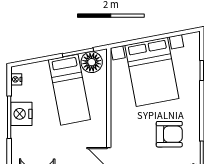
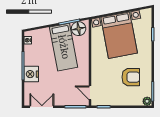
nightstand: (21, 114) -> (31, 74), moved

